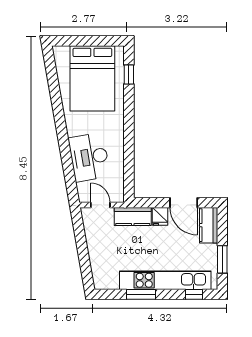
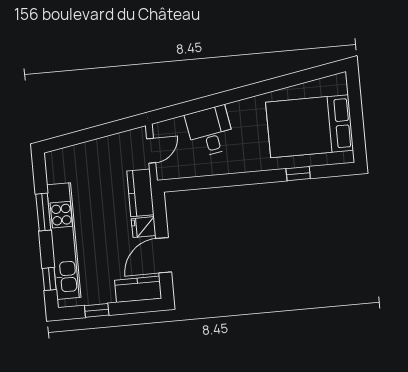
window: (129, 74) -> (298, 174), moved
desk: (89, 157) -> (210, 131), width x0.73
window: (222, 259) -> (97, 310), width x0.67

